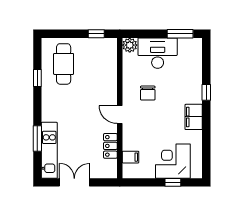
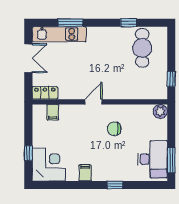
desk: (158, 53) -> (153, 159), moved
cafe table: (64, 64) -> (142, 48), turned 90
filing cabinet: (194, 117) -> (85, 173), width x0.50
locker: (110, 146) -> (45, 93), moved
corner desk: (173, 161) -> (49, 164), moved

